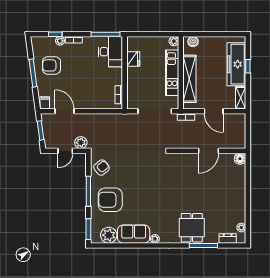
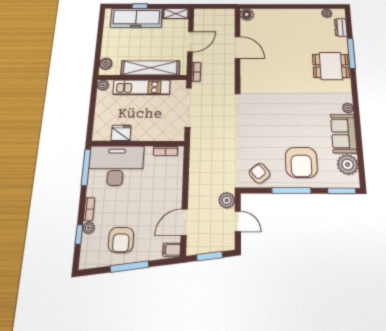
desk: (110, 52) -> (116, 166), width x1.36, depth x1.30

